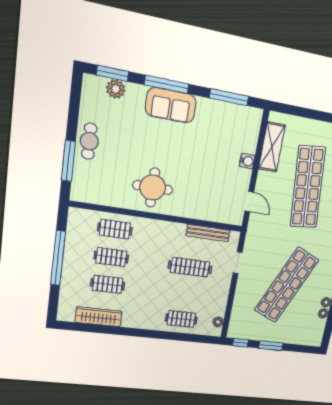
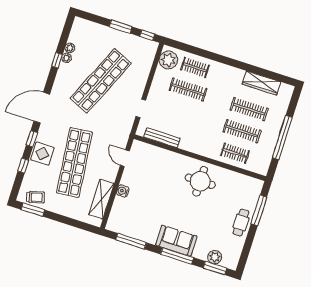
clothes rail: (111, 257) -> (242, 131), width x1.36
clothes rail: (190, 267) -> (188, 90), moved
clothes rail: (108, 284) -> (249, 109), width x1.36
plant: (218, 322) -> (168, 60), width x1.88, depth x1.88

